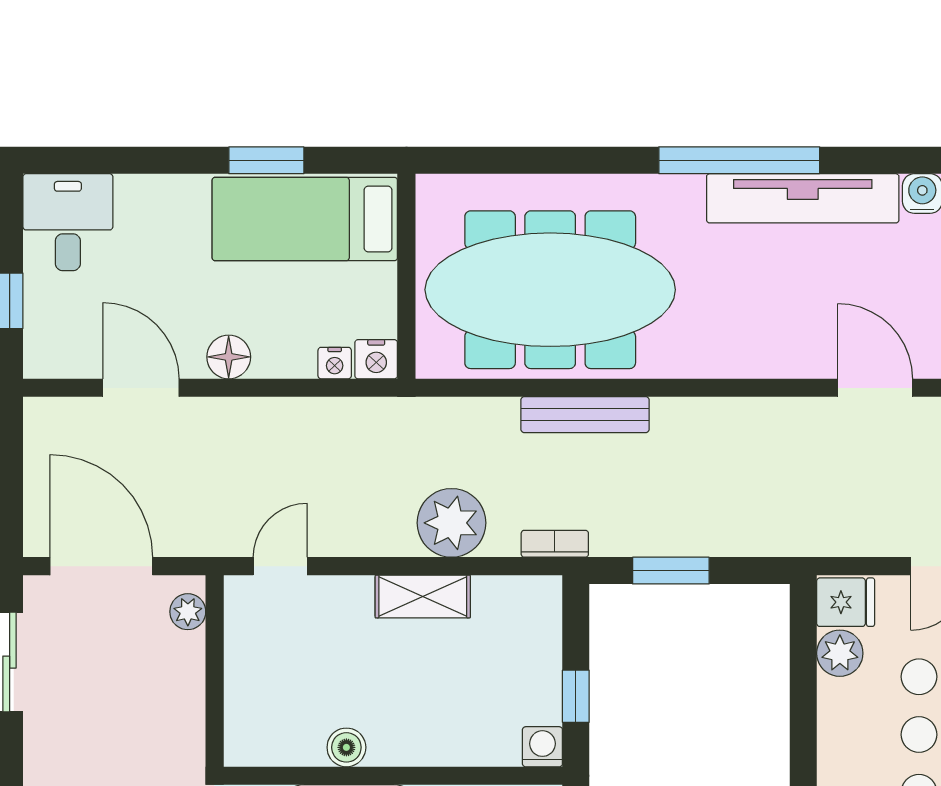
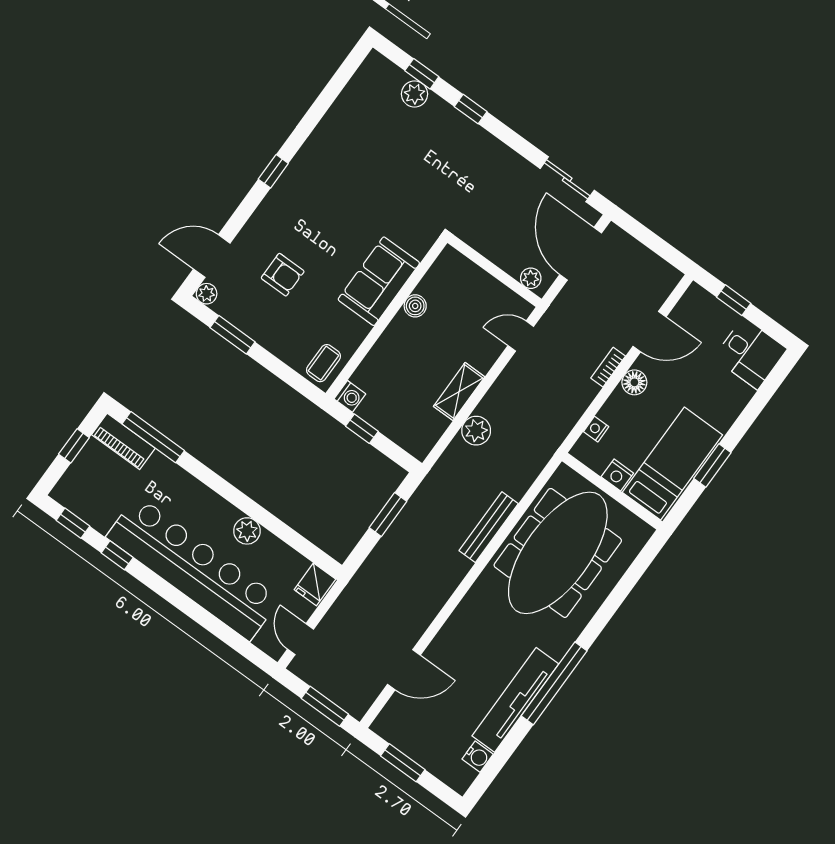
nightstand: (376, 359) -> (617, 475), moved, turned -90
plant: (452, 523) -> (476, 431), width x0.73, depth x0.73
bookcase: (555, 544) -> (608, 367), moved, turned 180
door: (101, 566) -> (581, 254), swing flipped
door: (280, 566) -> (521, 336), swing flipped
plant: (840, 653) -> (247, 531), moved

